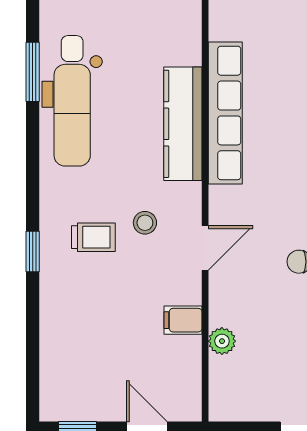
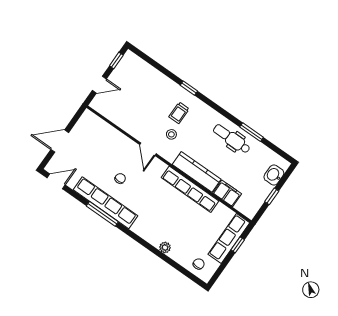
dental chair: (72, 101) -> (232, 139), width x0.73, depth x0.72
filing cabinet: (183, 320) -> (227, 193), moved, width x2.00
plant: (222, 341) -> (111, 132), removed

